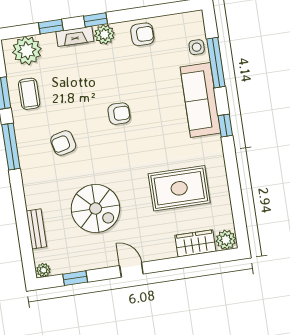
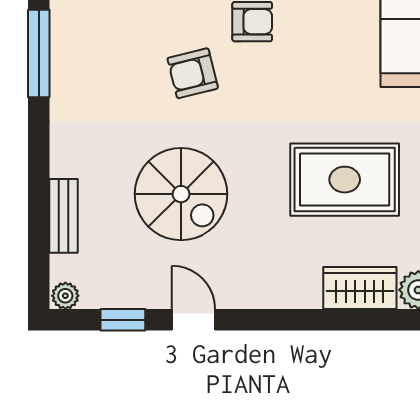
armchair: (63, 143) -> (193, 73), moved
door: (131, 270) -> (194, 320), moved

